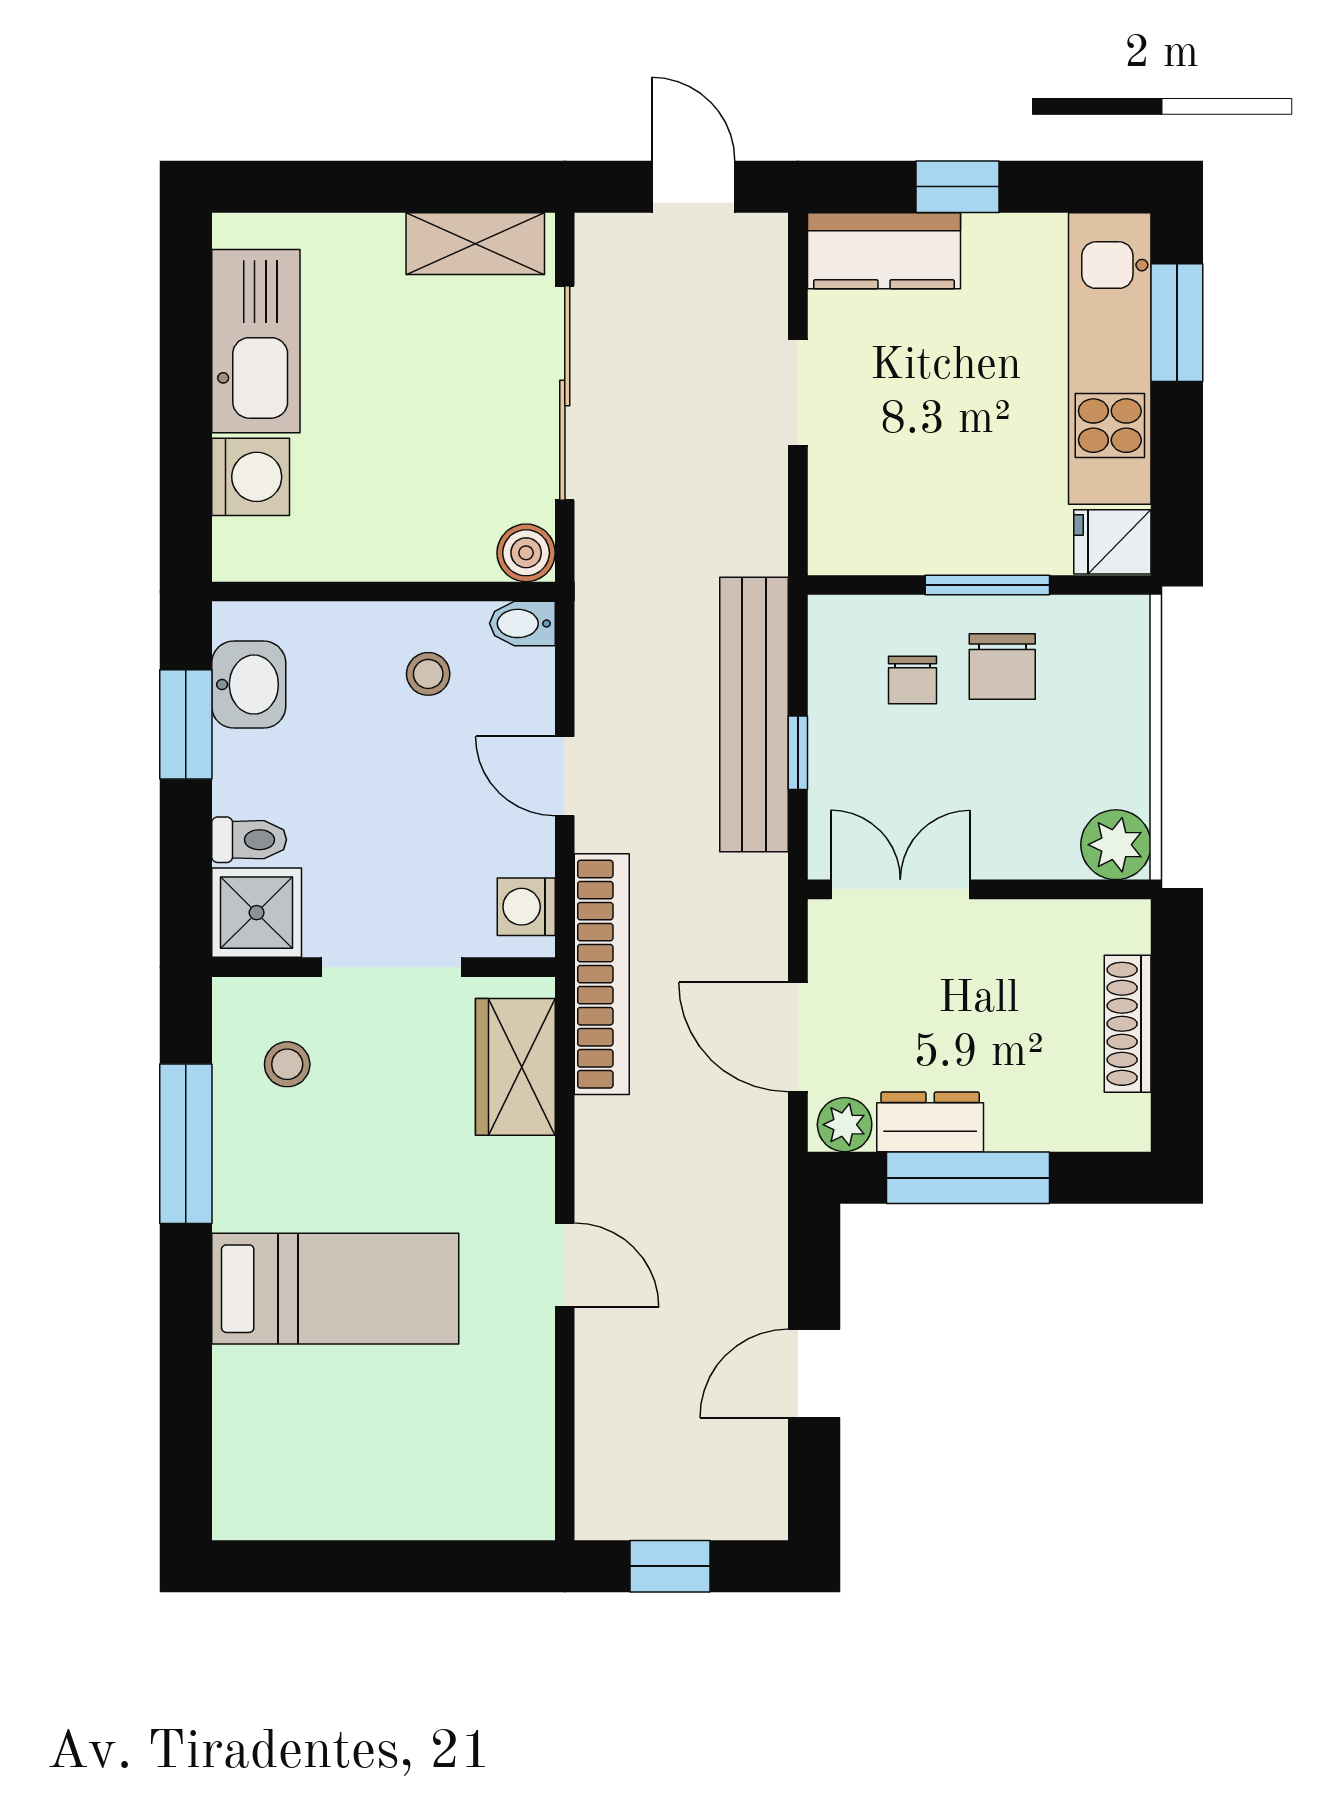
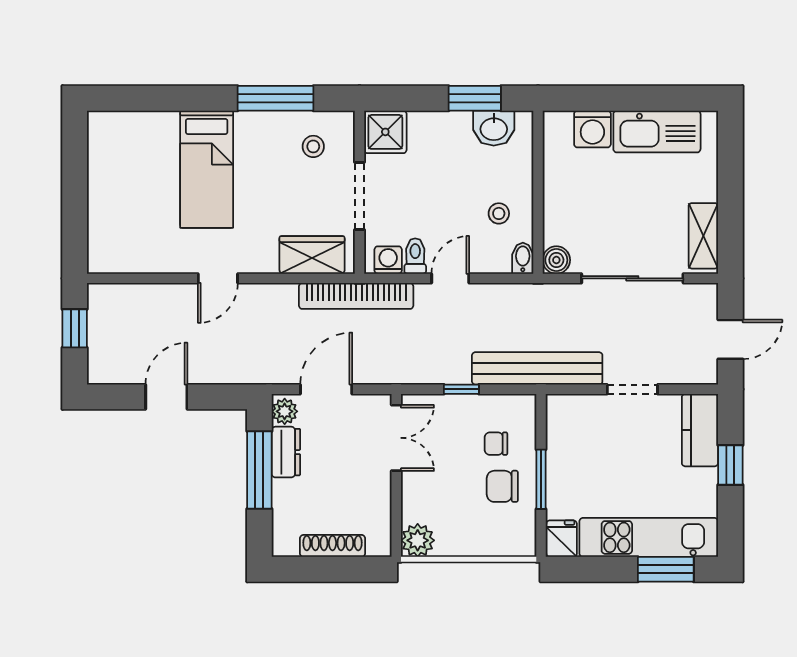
bench: (754, 715) -> (537, 368), moved
toilet: (249, 840) -> (415, 256), moved, turned 180
door: (814, 1373) -> (166, 397), hinge flipped

